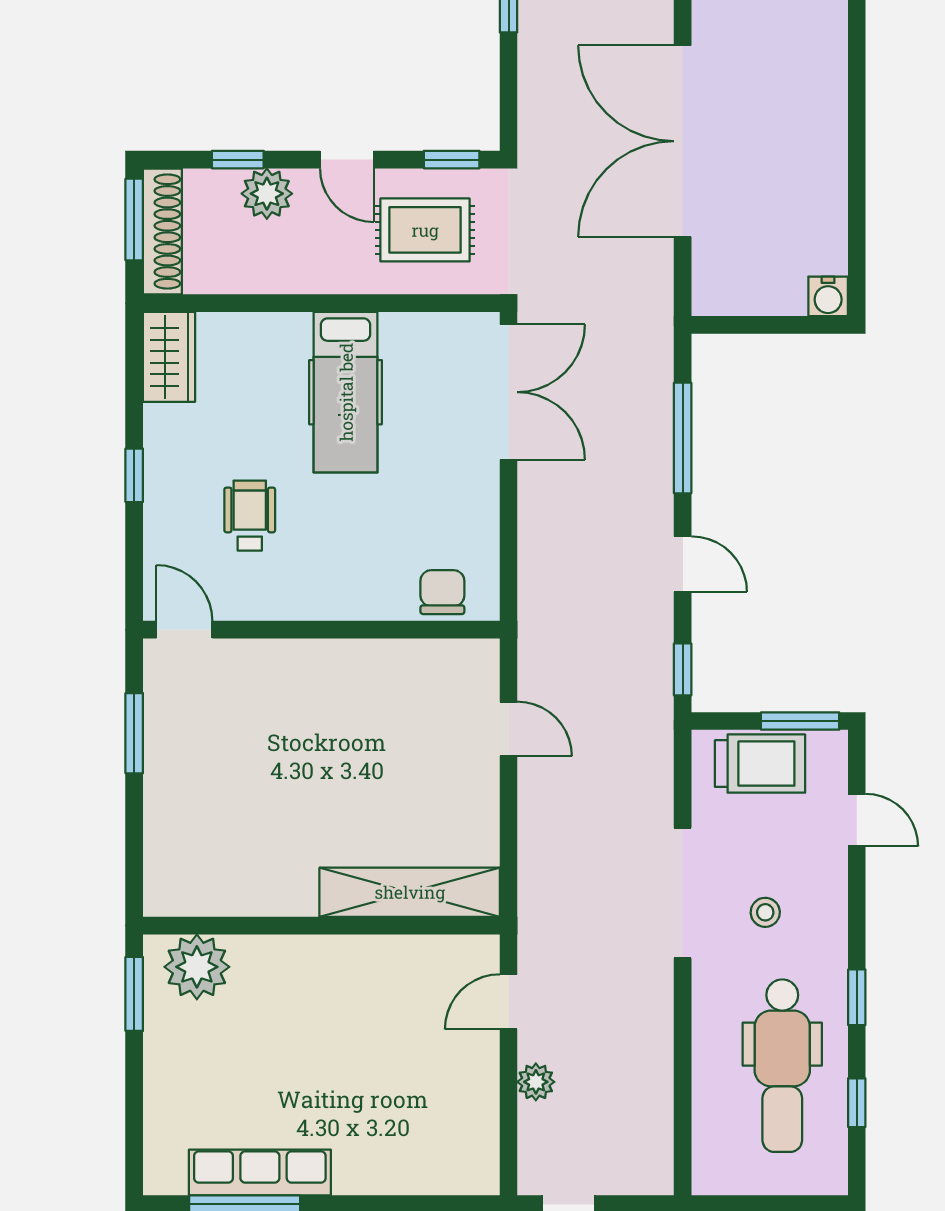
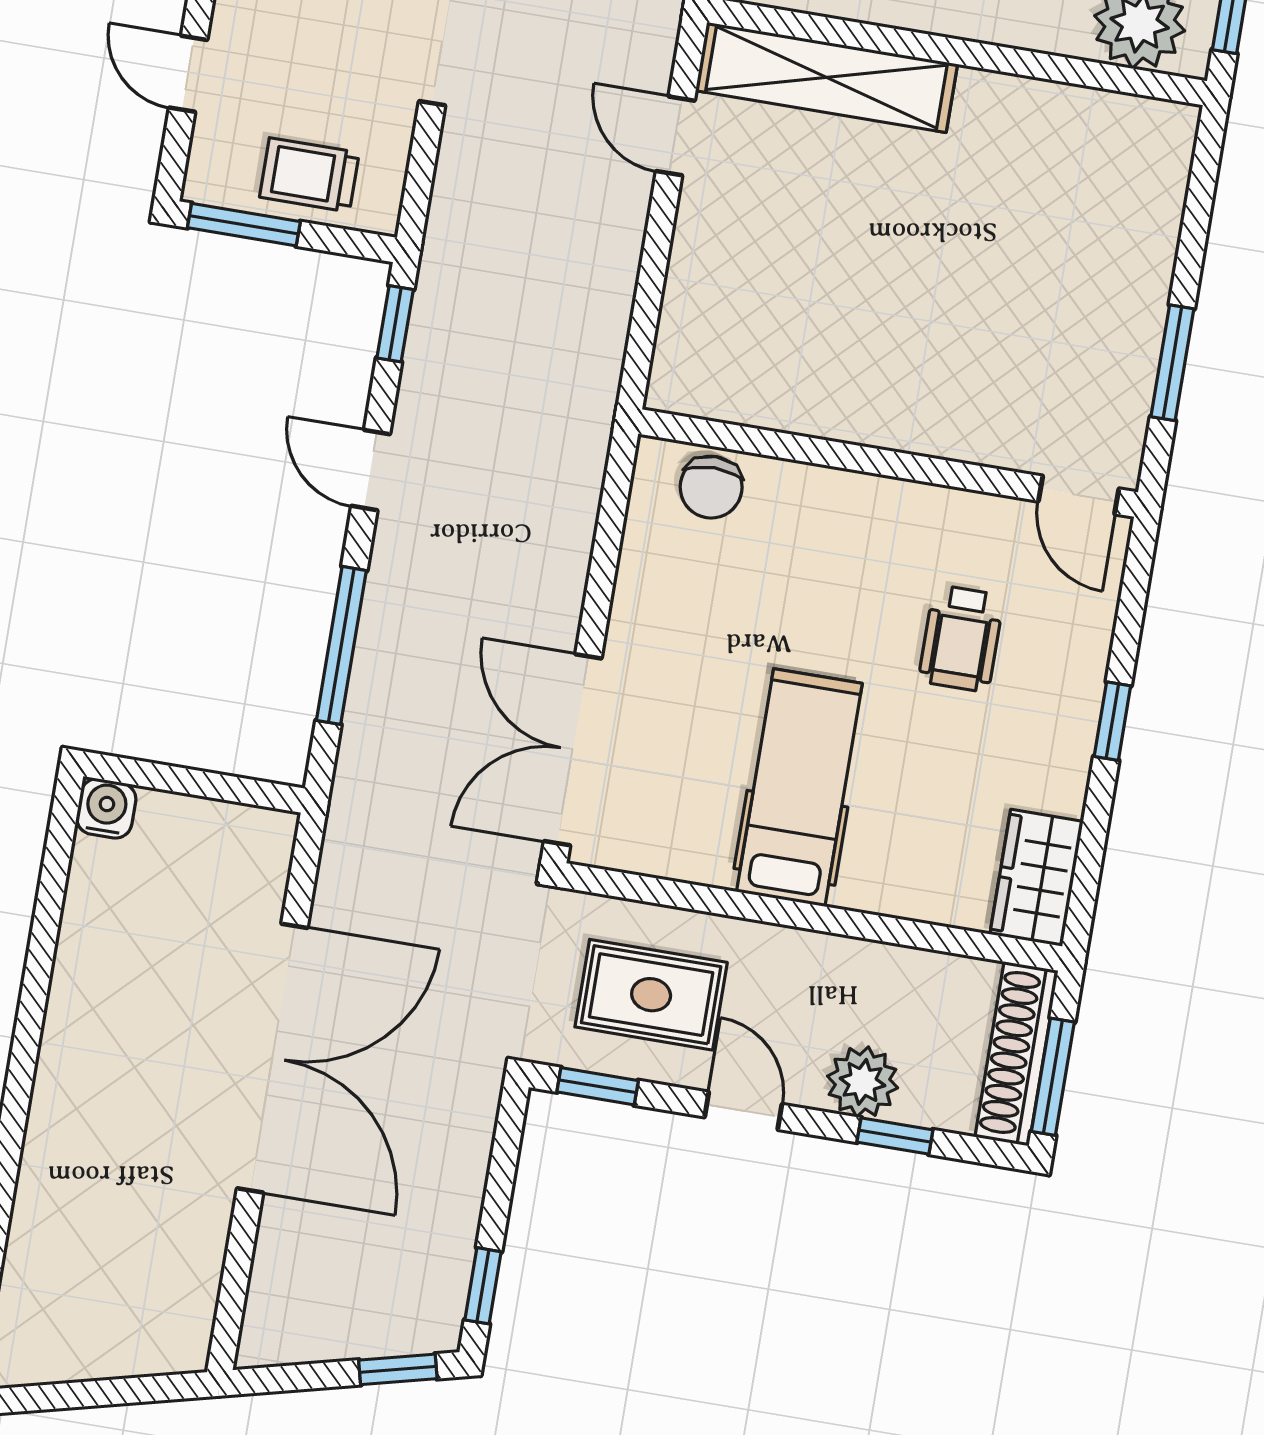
door: (509, 729) -> (675, 136), moved
trolley: (760, 764) -> (309, 175), width x0.73, depth x0.72

